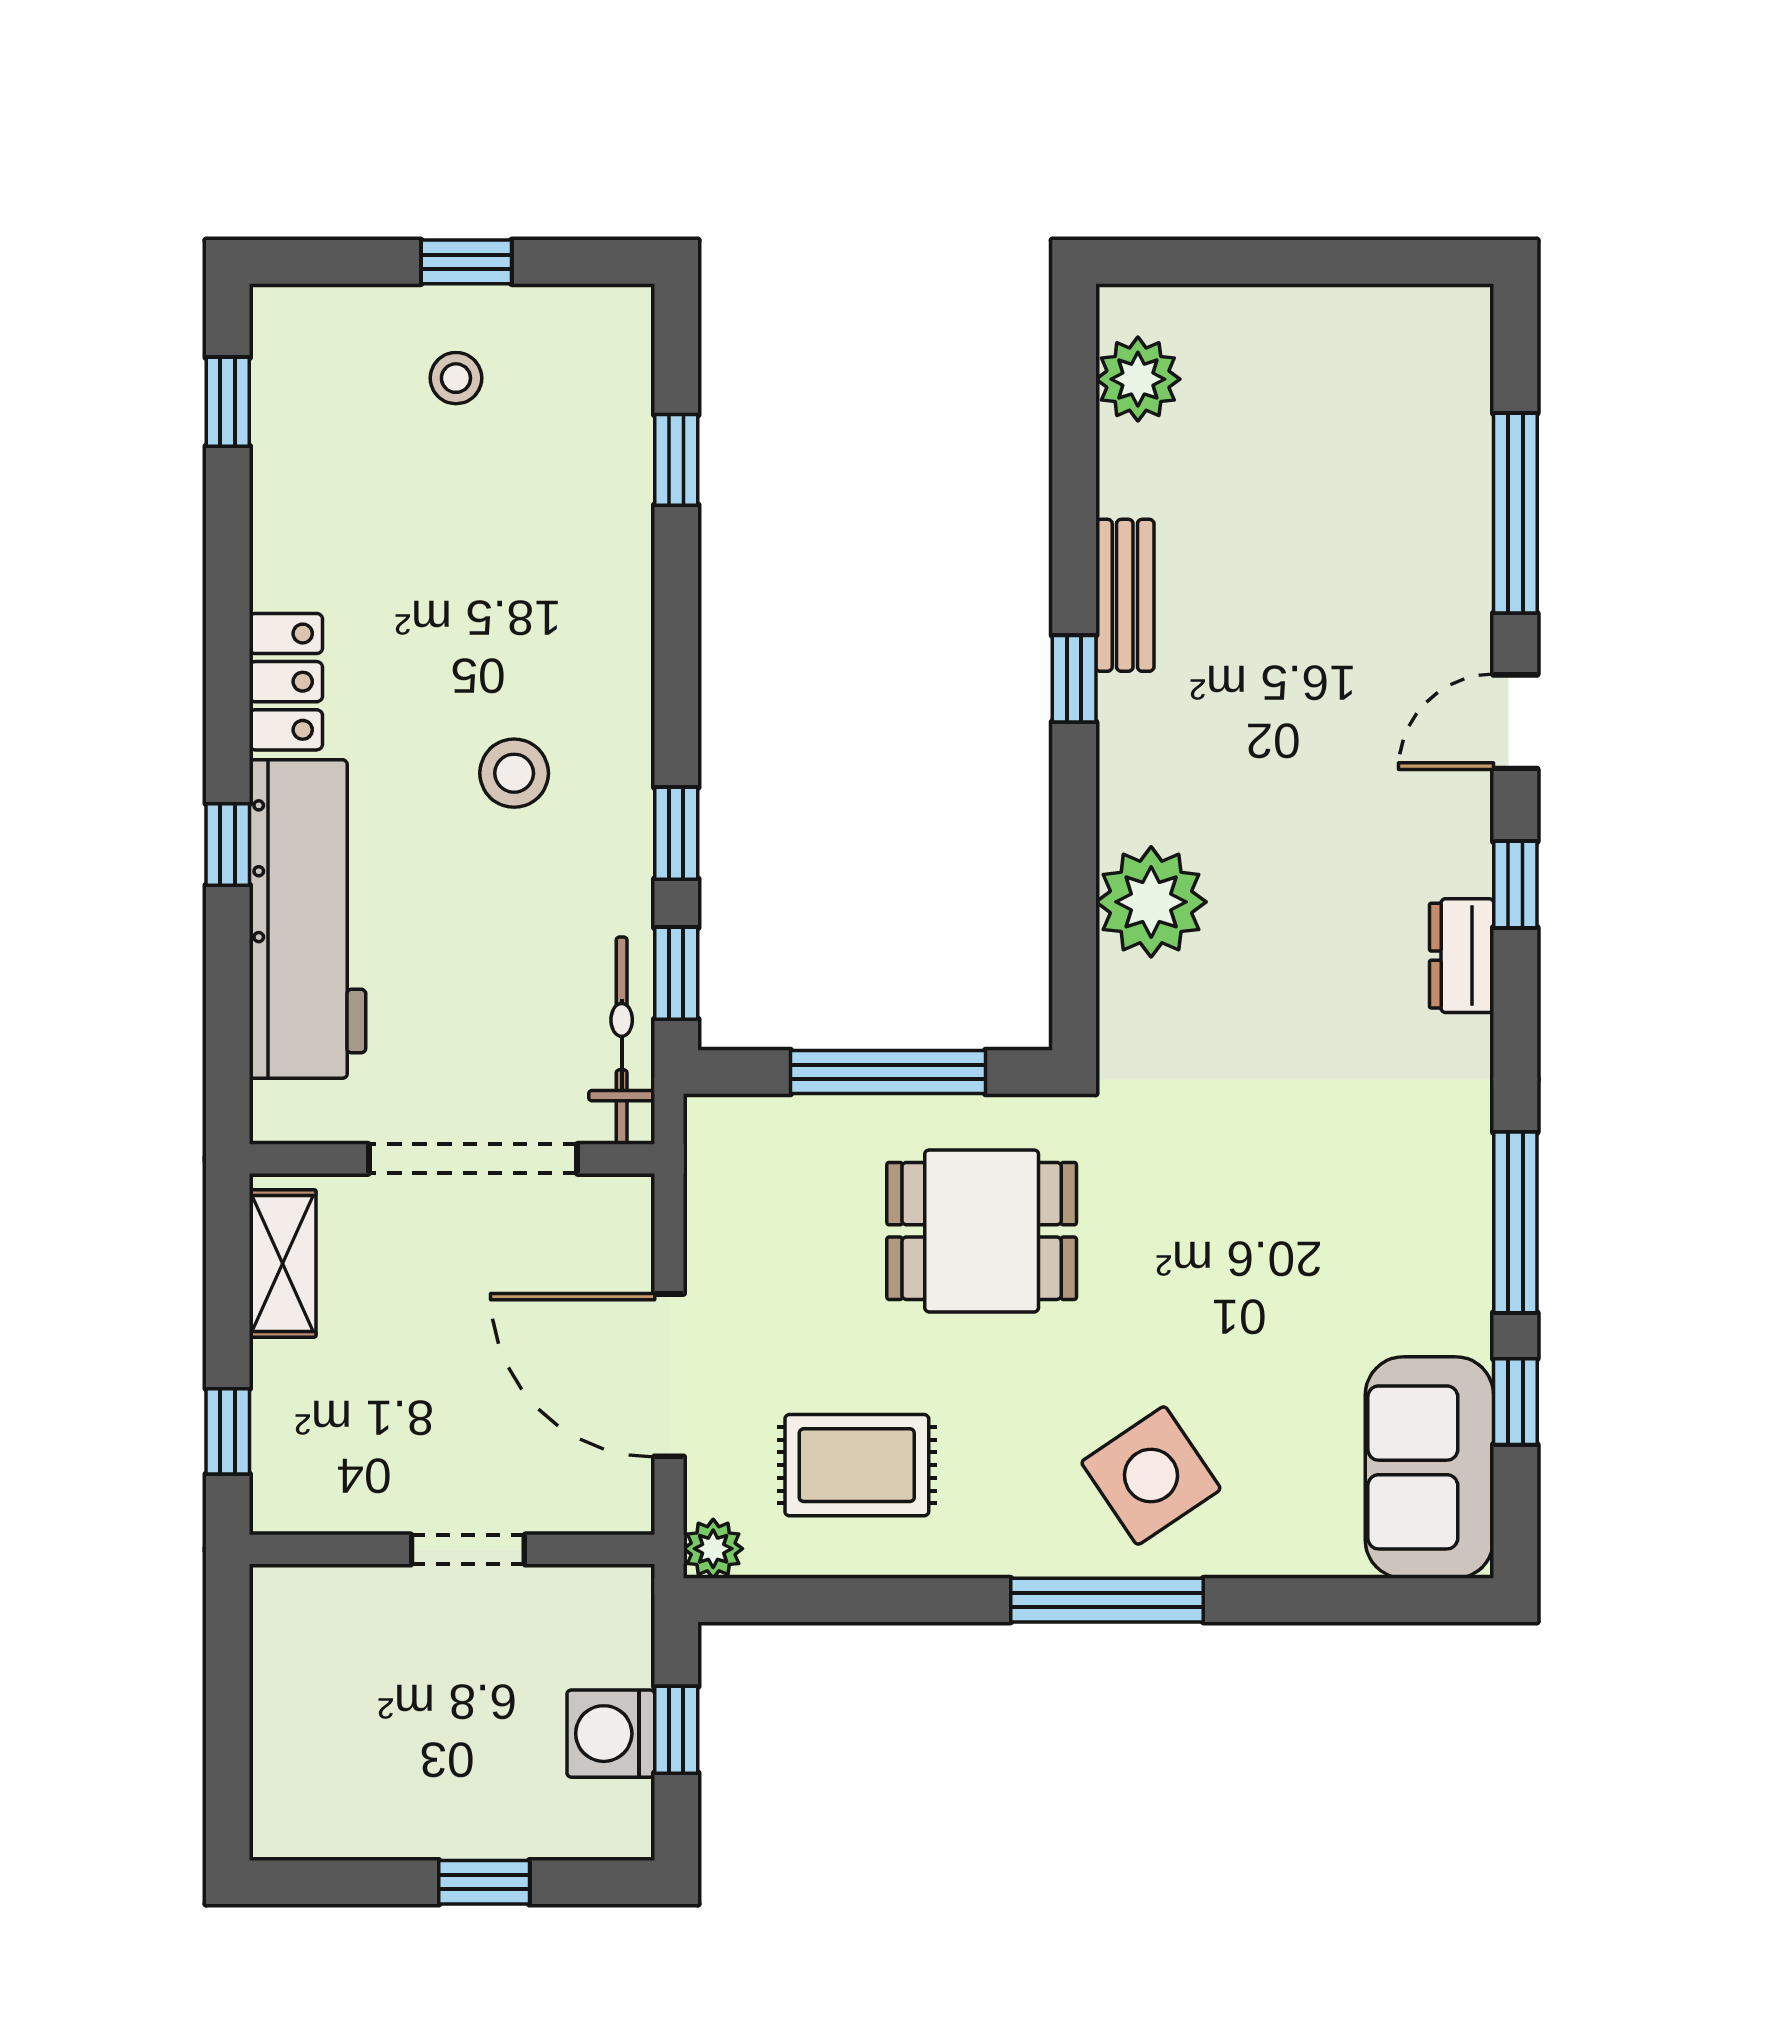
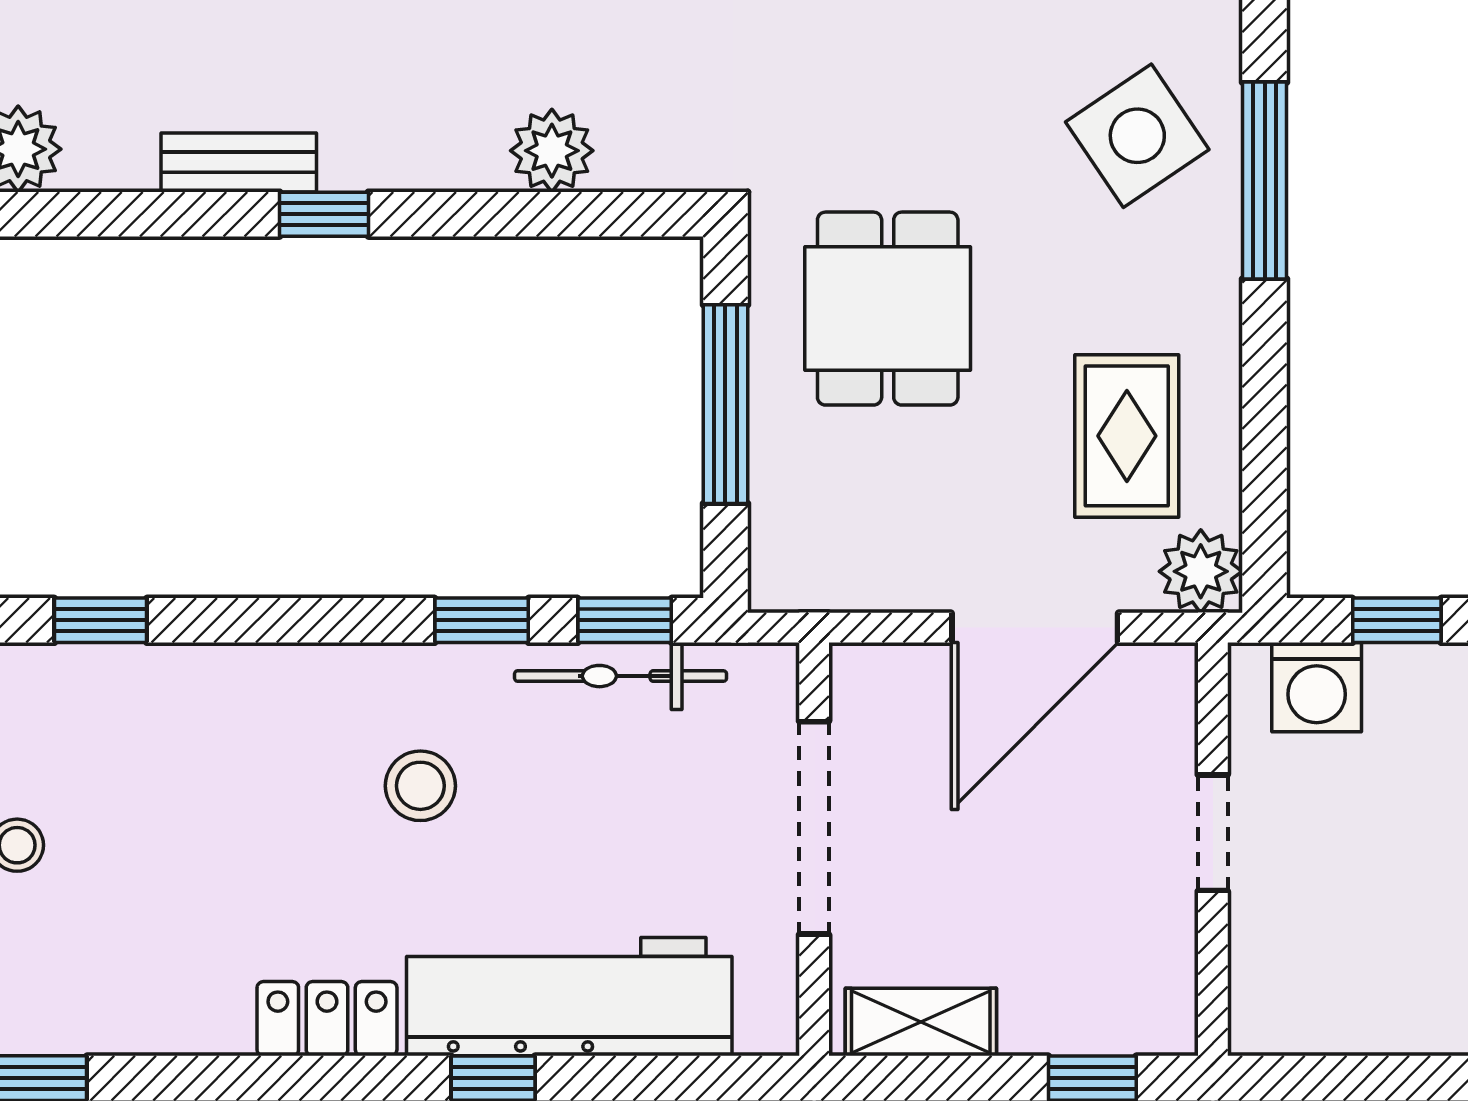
plant: (1151, 902) -> (552, 151), width x0.73, depth x0.73
bicycle: (622, 1041) -> (621, 676), moved
plant: (713, 1549) -> (1201, 571), width x1.38, depth x1.38
washing machine: (611, 1734) -> (1317, 687), moved

